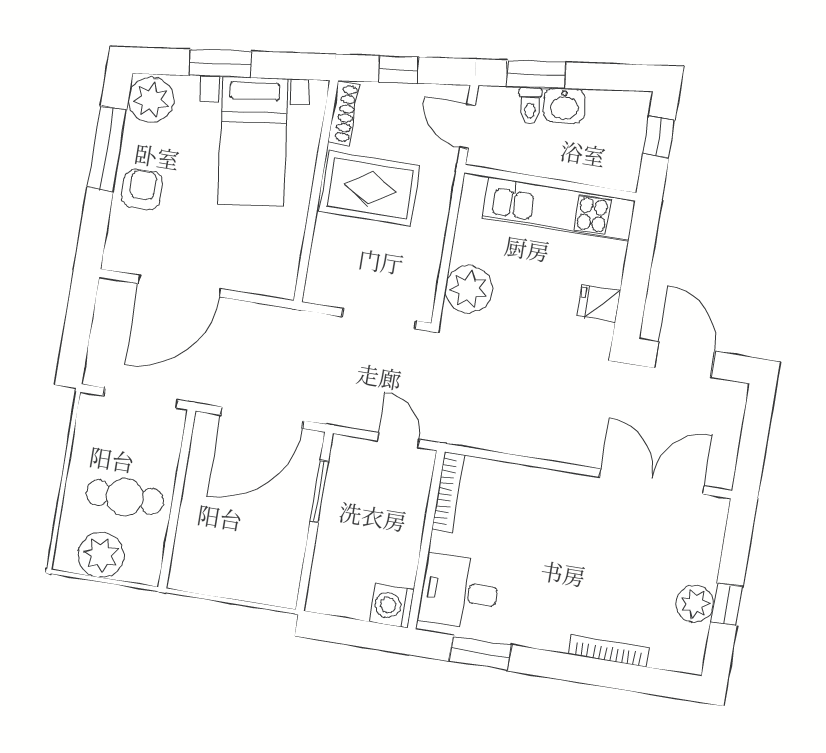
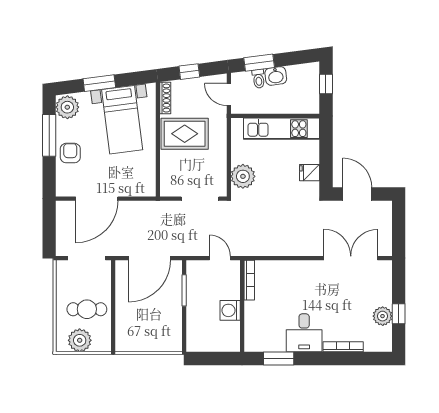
desk: (460, 592) -> (304, 333), moved, turned -90
washing machine: (392, 606) -> (230, 310), moved

